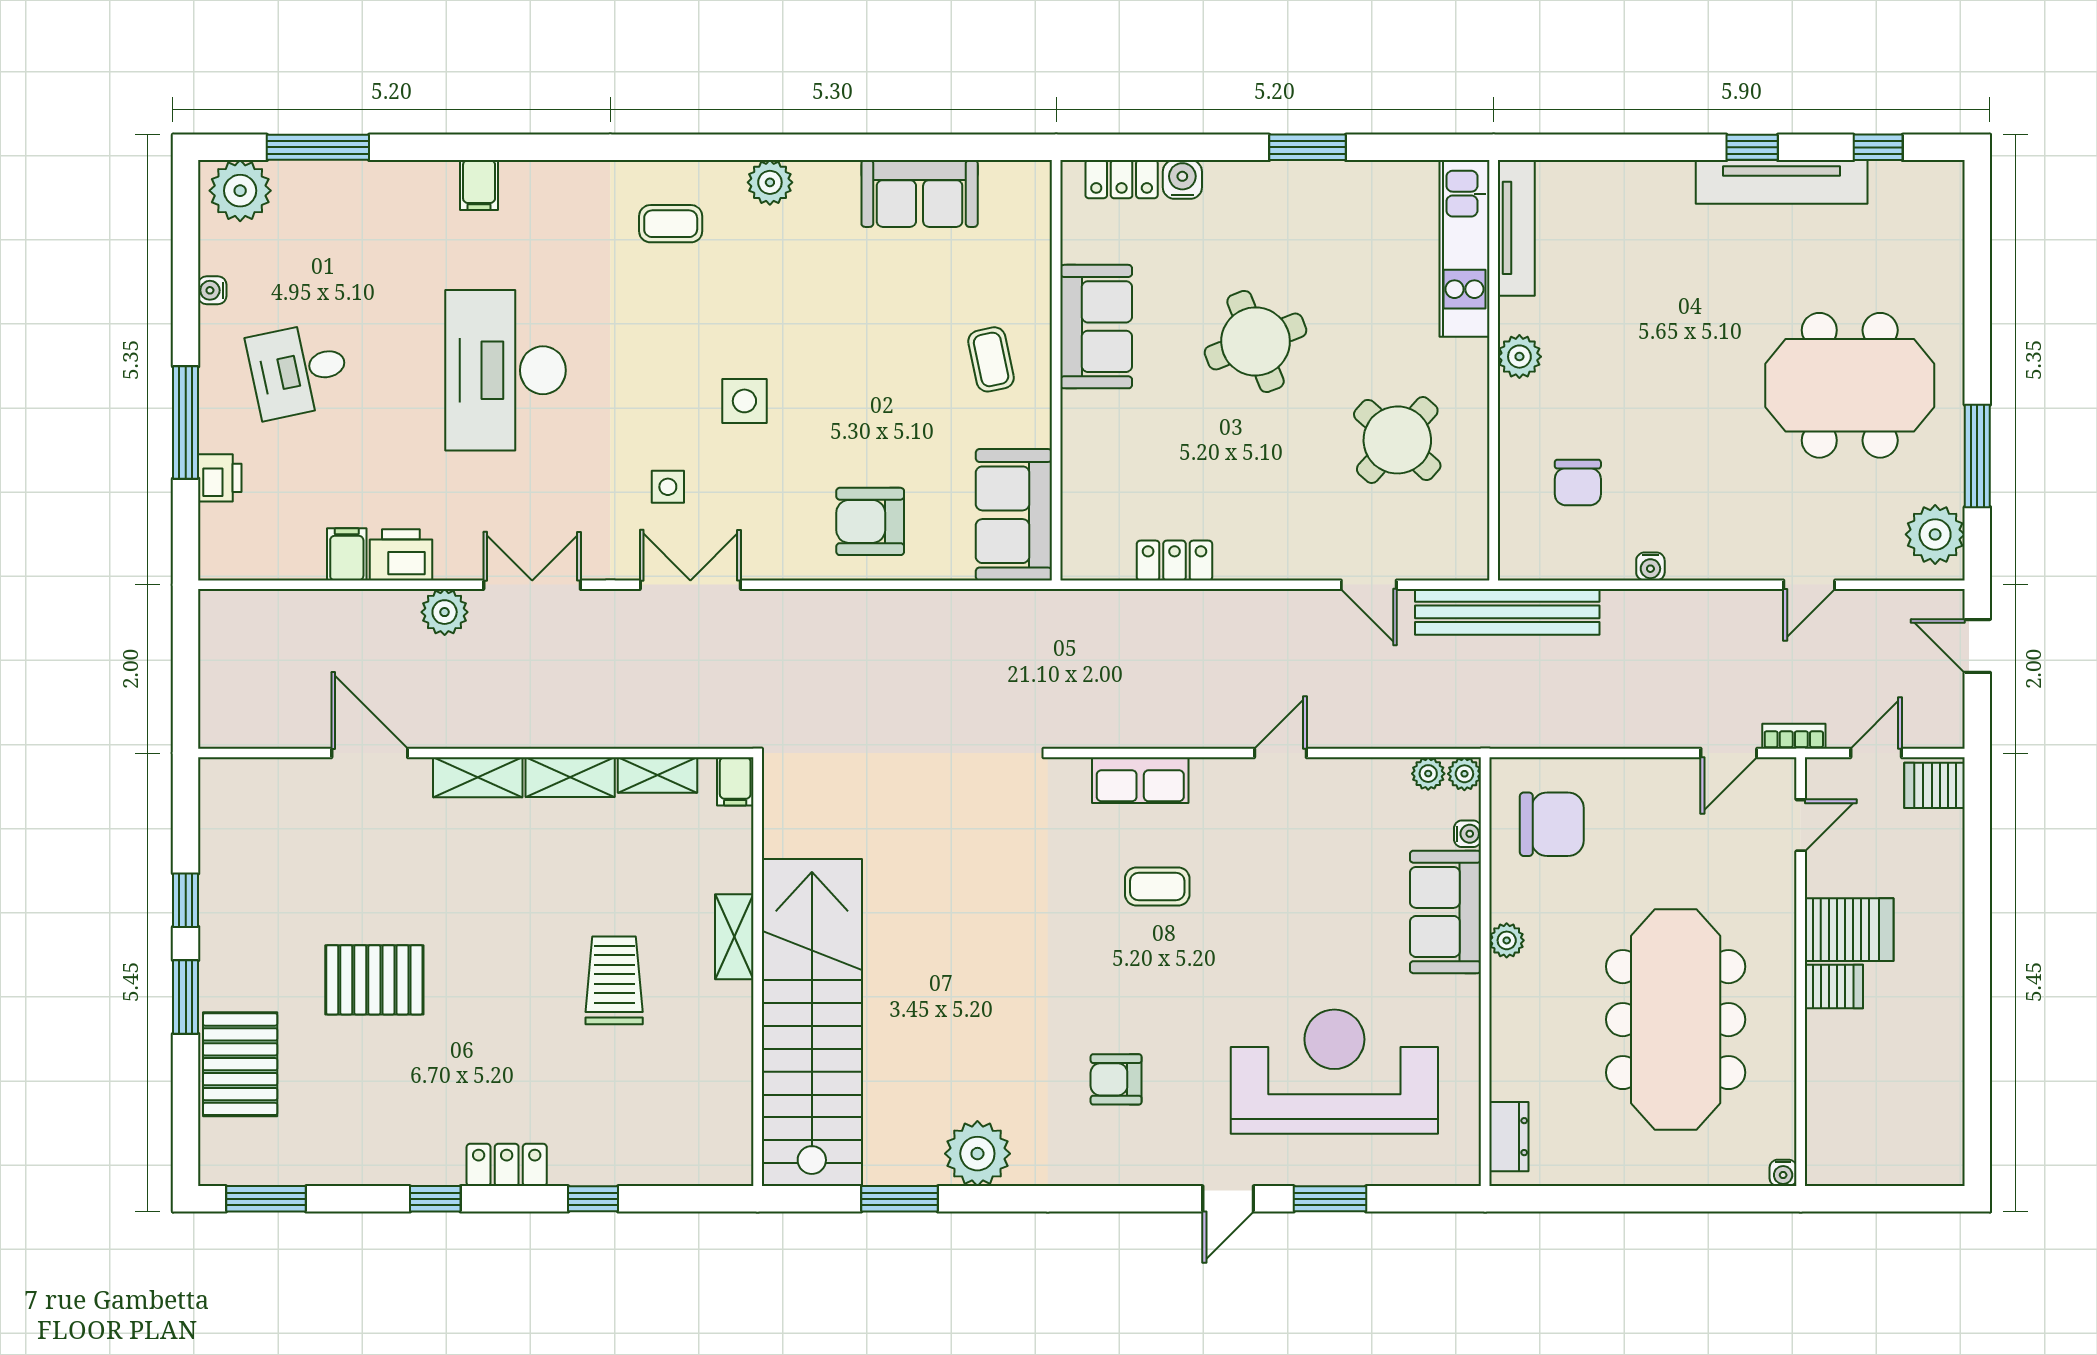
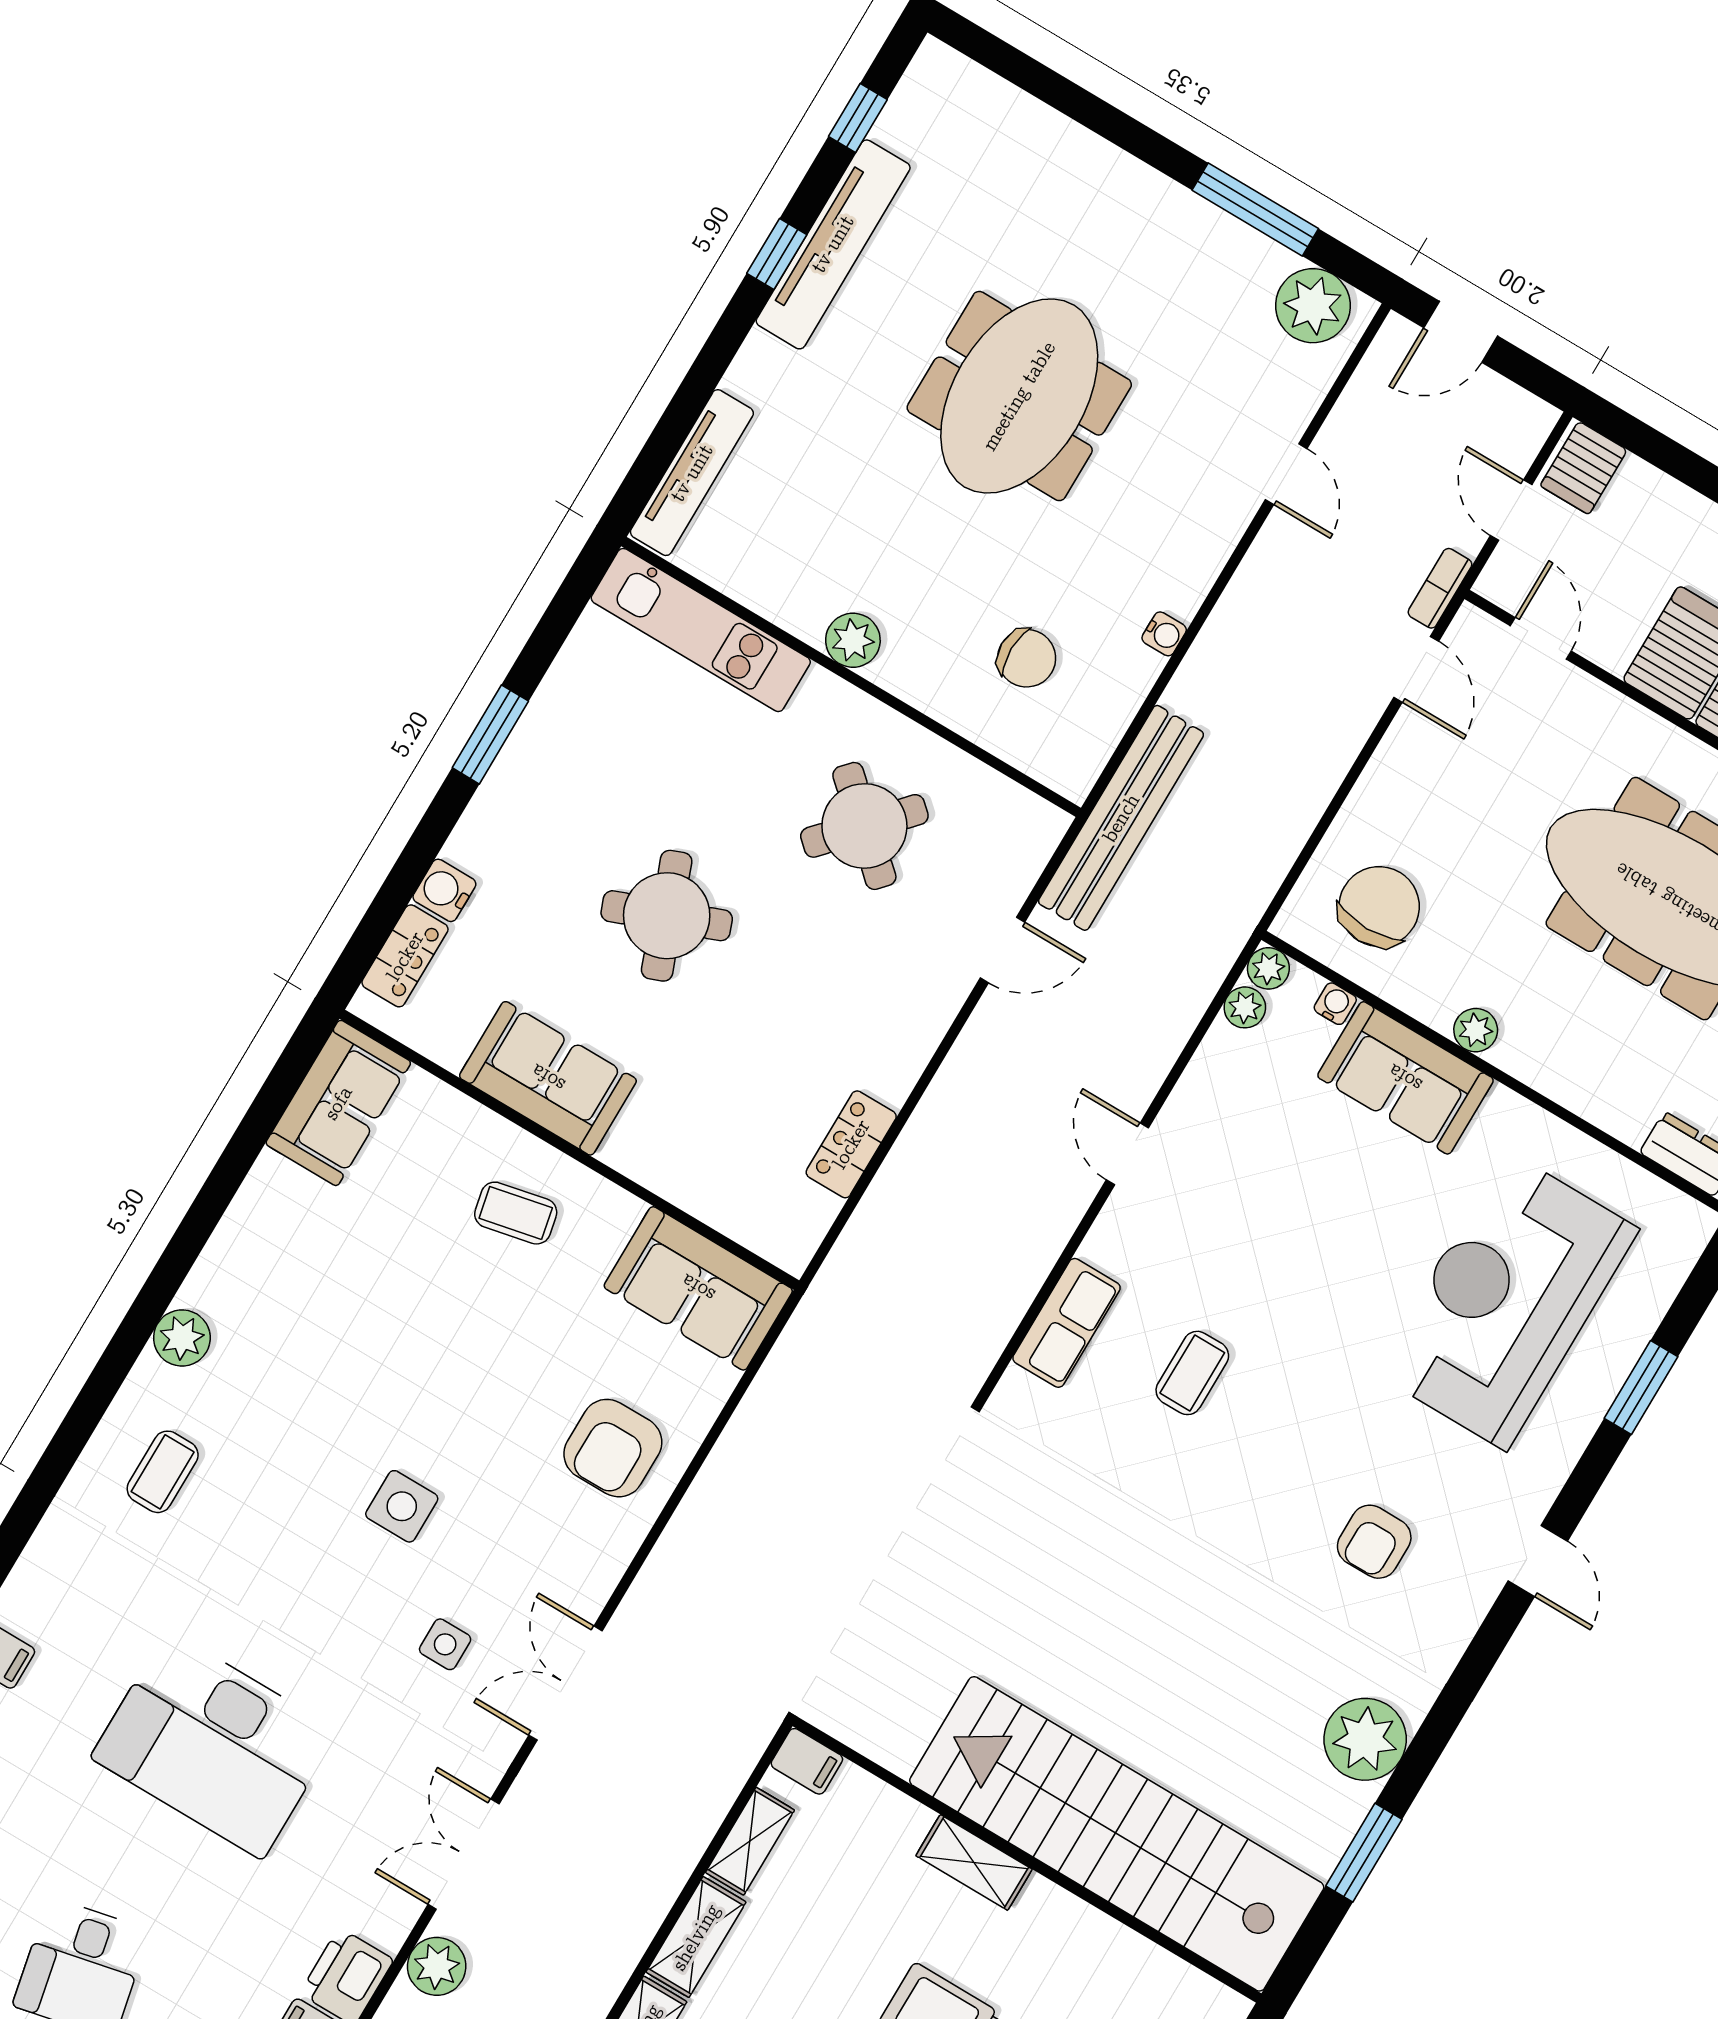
sofa: (920, 193) -> (338, 1103), moved
tv unit: (1516, 228) -> (692, 473), moved, turned 90
meeting table: (1850, 385) -> (1019, 396), moved
door: (1228, 1199) -> (1538, 1561), moved

